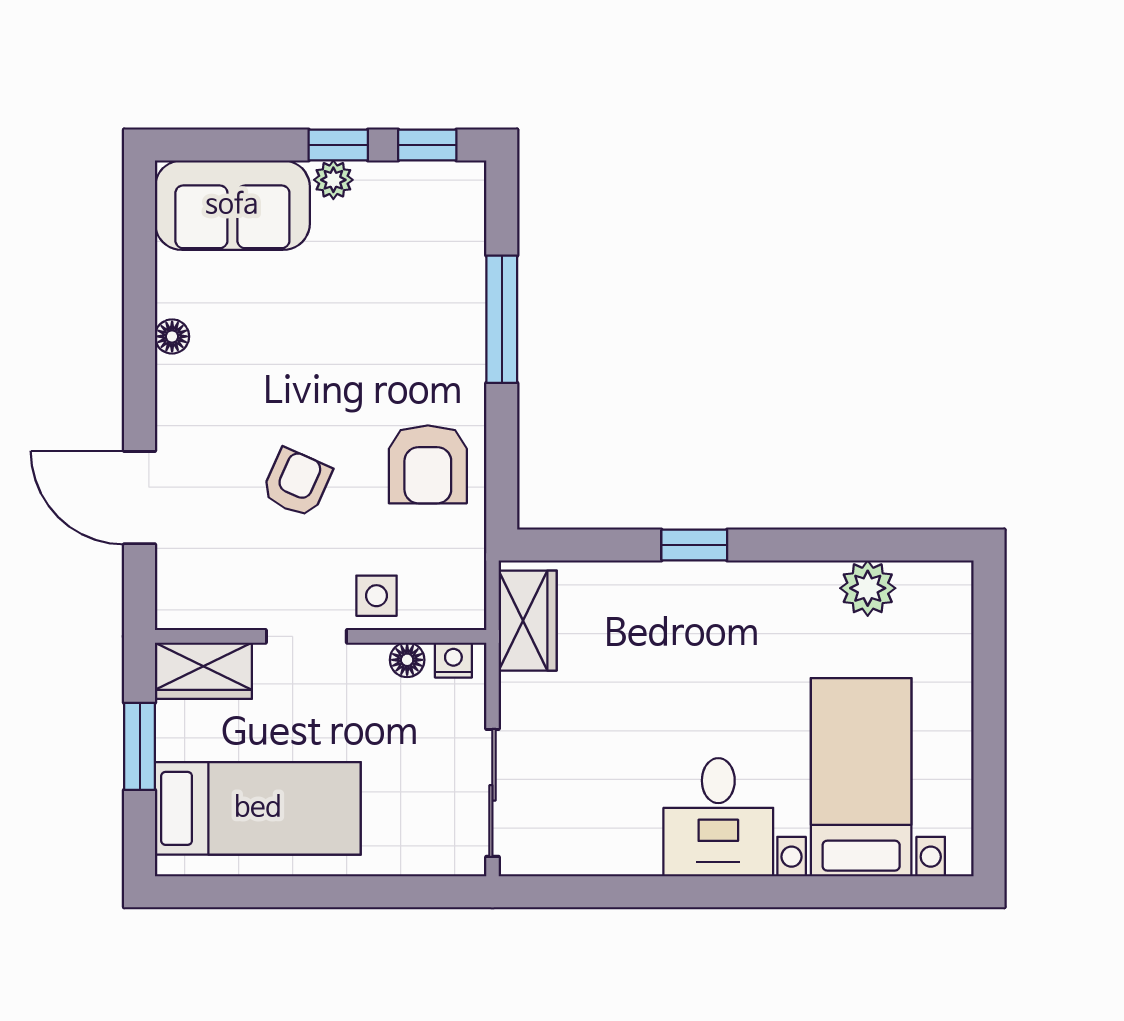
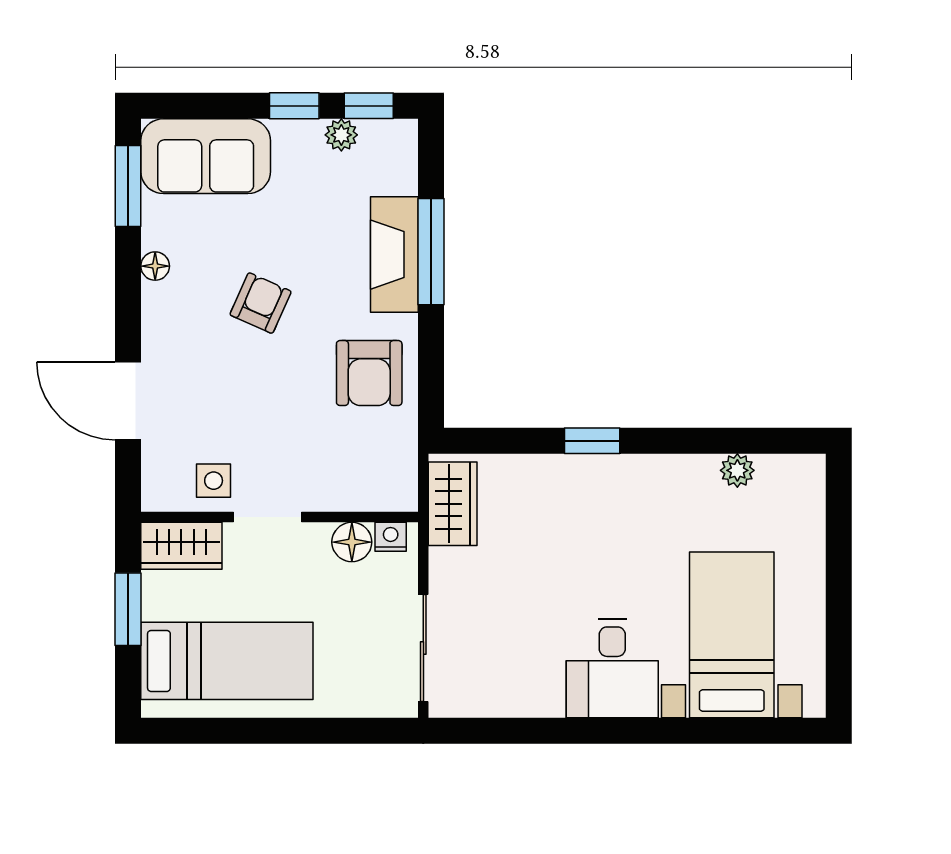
plant: (333, 180) -> (341, 135), moved
window: (140, 241) -> (128, 186), added
fireplace: (458, 323) -> (394, 255), added
armchair: (297, 483) -> (261, 303), moved
plant: (868, 588) -> (737, 470), width x0.73, depth x0.73
side table: (376, 596) -> (214, 481), moved
floor lamp: (407, 660) -> (352, 542), width x1.37, depth x1.37

